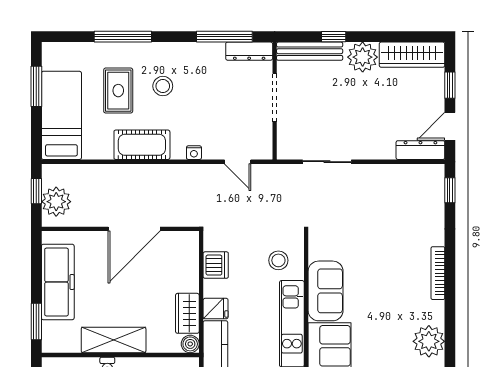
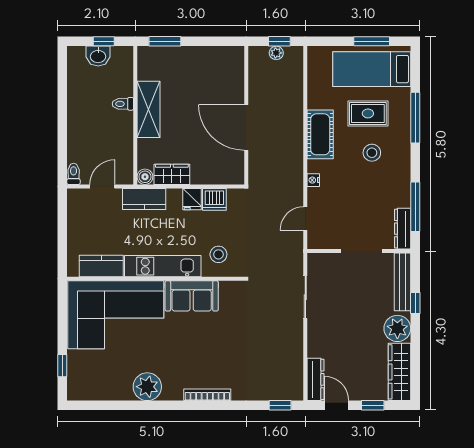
bed: (61, 115) -> (372, 69), moved, turned 180
plant: (56, 202) -> (276, 53), width x0.53, depth x0.53
freezer: (58, 282) -> (199, 60), removed
fridge: (216, 309) -> (192, 199), moved

